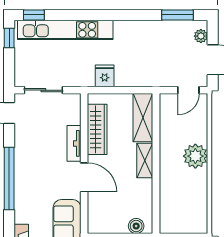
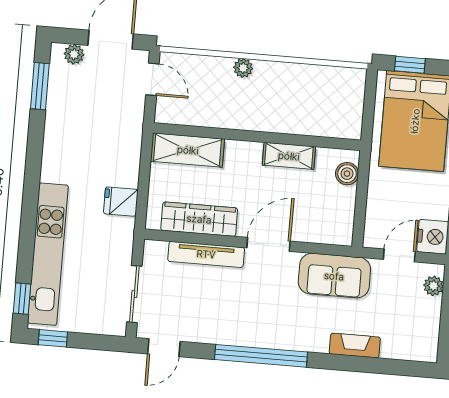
tv unit: (74, 143) -> (206, 254), width x1.41
plant: (195, 156) -> (243, 68), width x0.53, depth x0.53
shelving: (145, 161) -> (289, 156), moved

